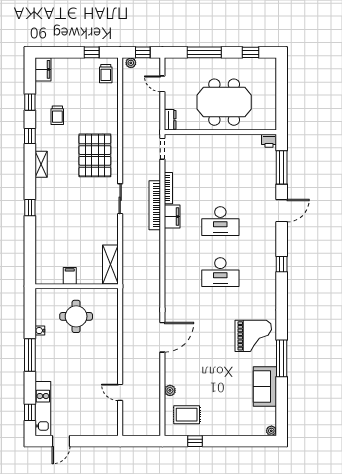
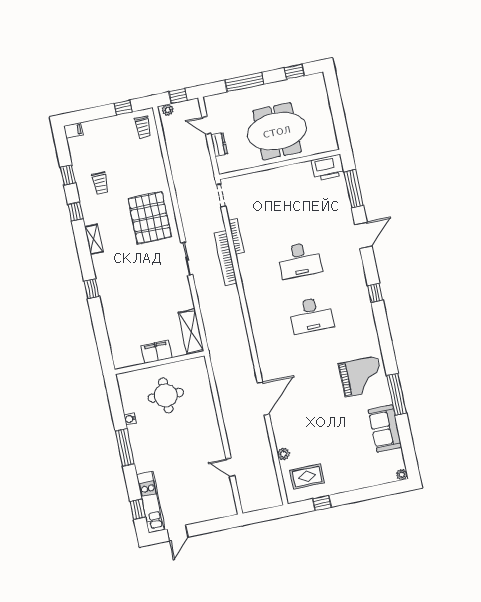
filing cabinet: (43, 69) -> (73, 130), width x0.50
dresser: (170, 120) -> (219, 145), moved
printer: (269, 141) -> (328, 168), width x1.87, depth x1.48
filing cabinet: (172, 217) -> (247, 266), removed
filing cabinet: (70, 276) -> (157, 352), width x2.00

